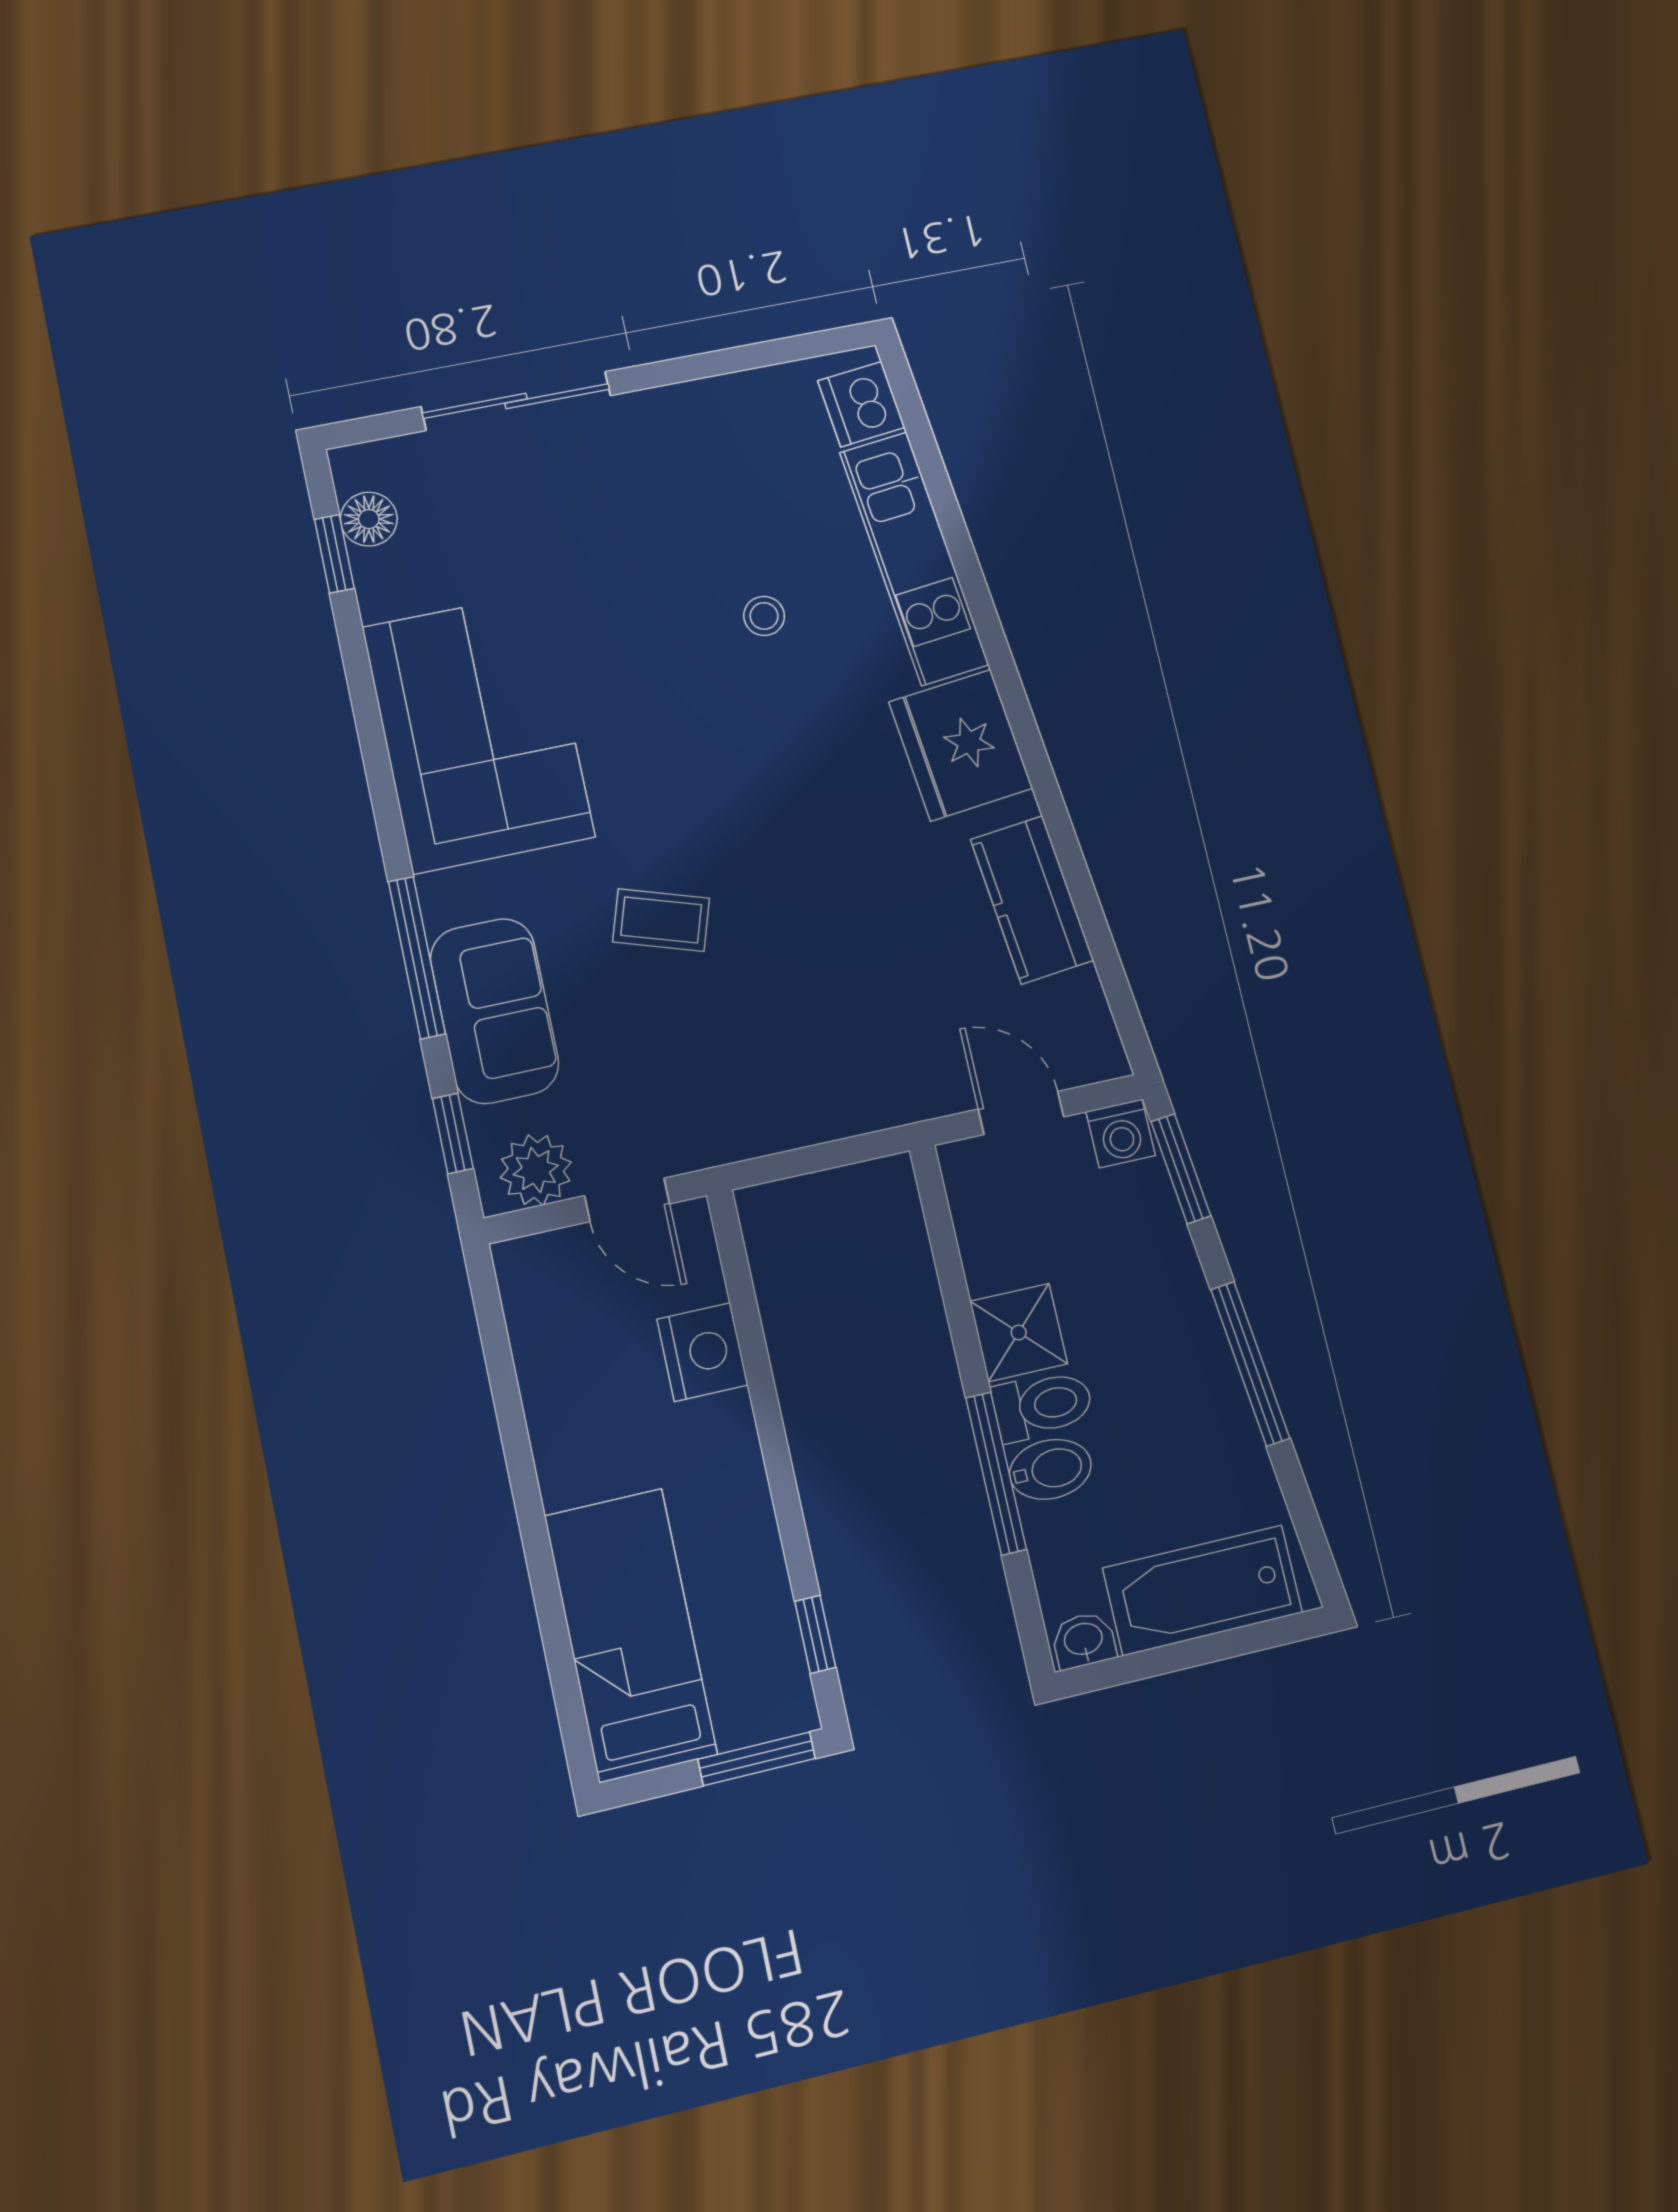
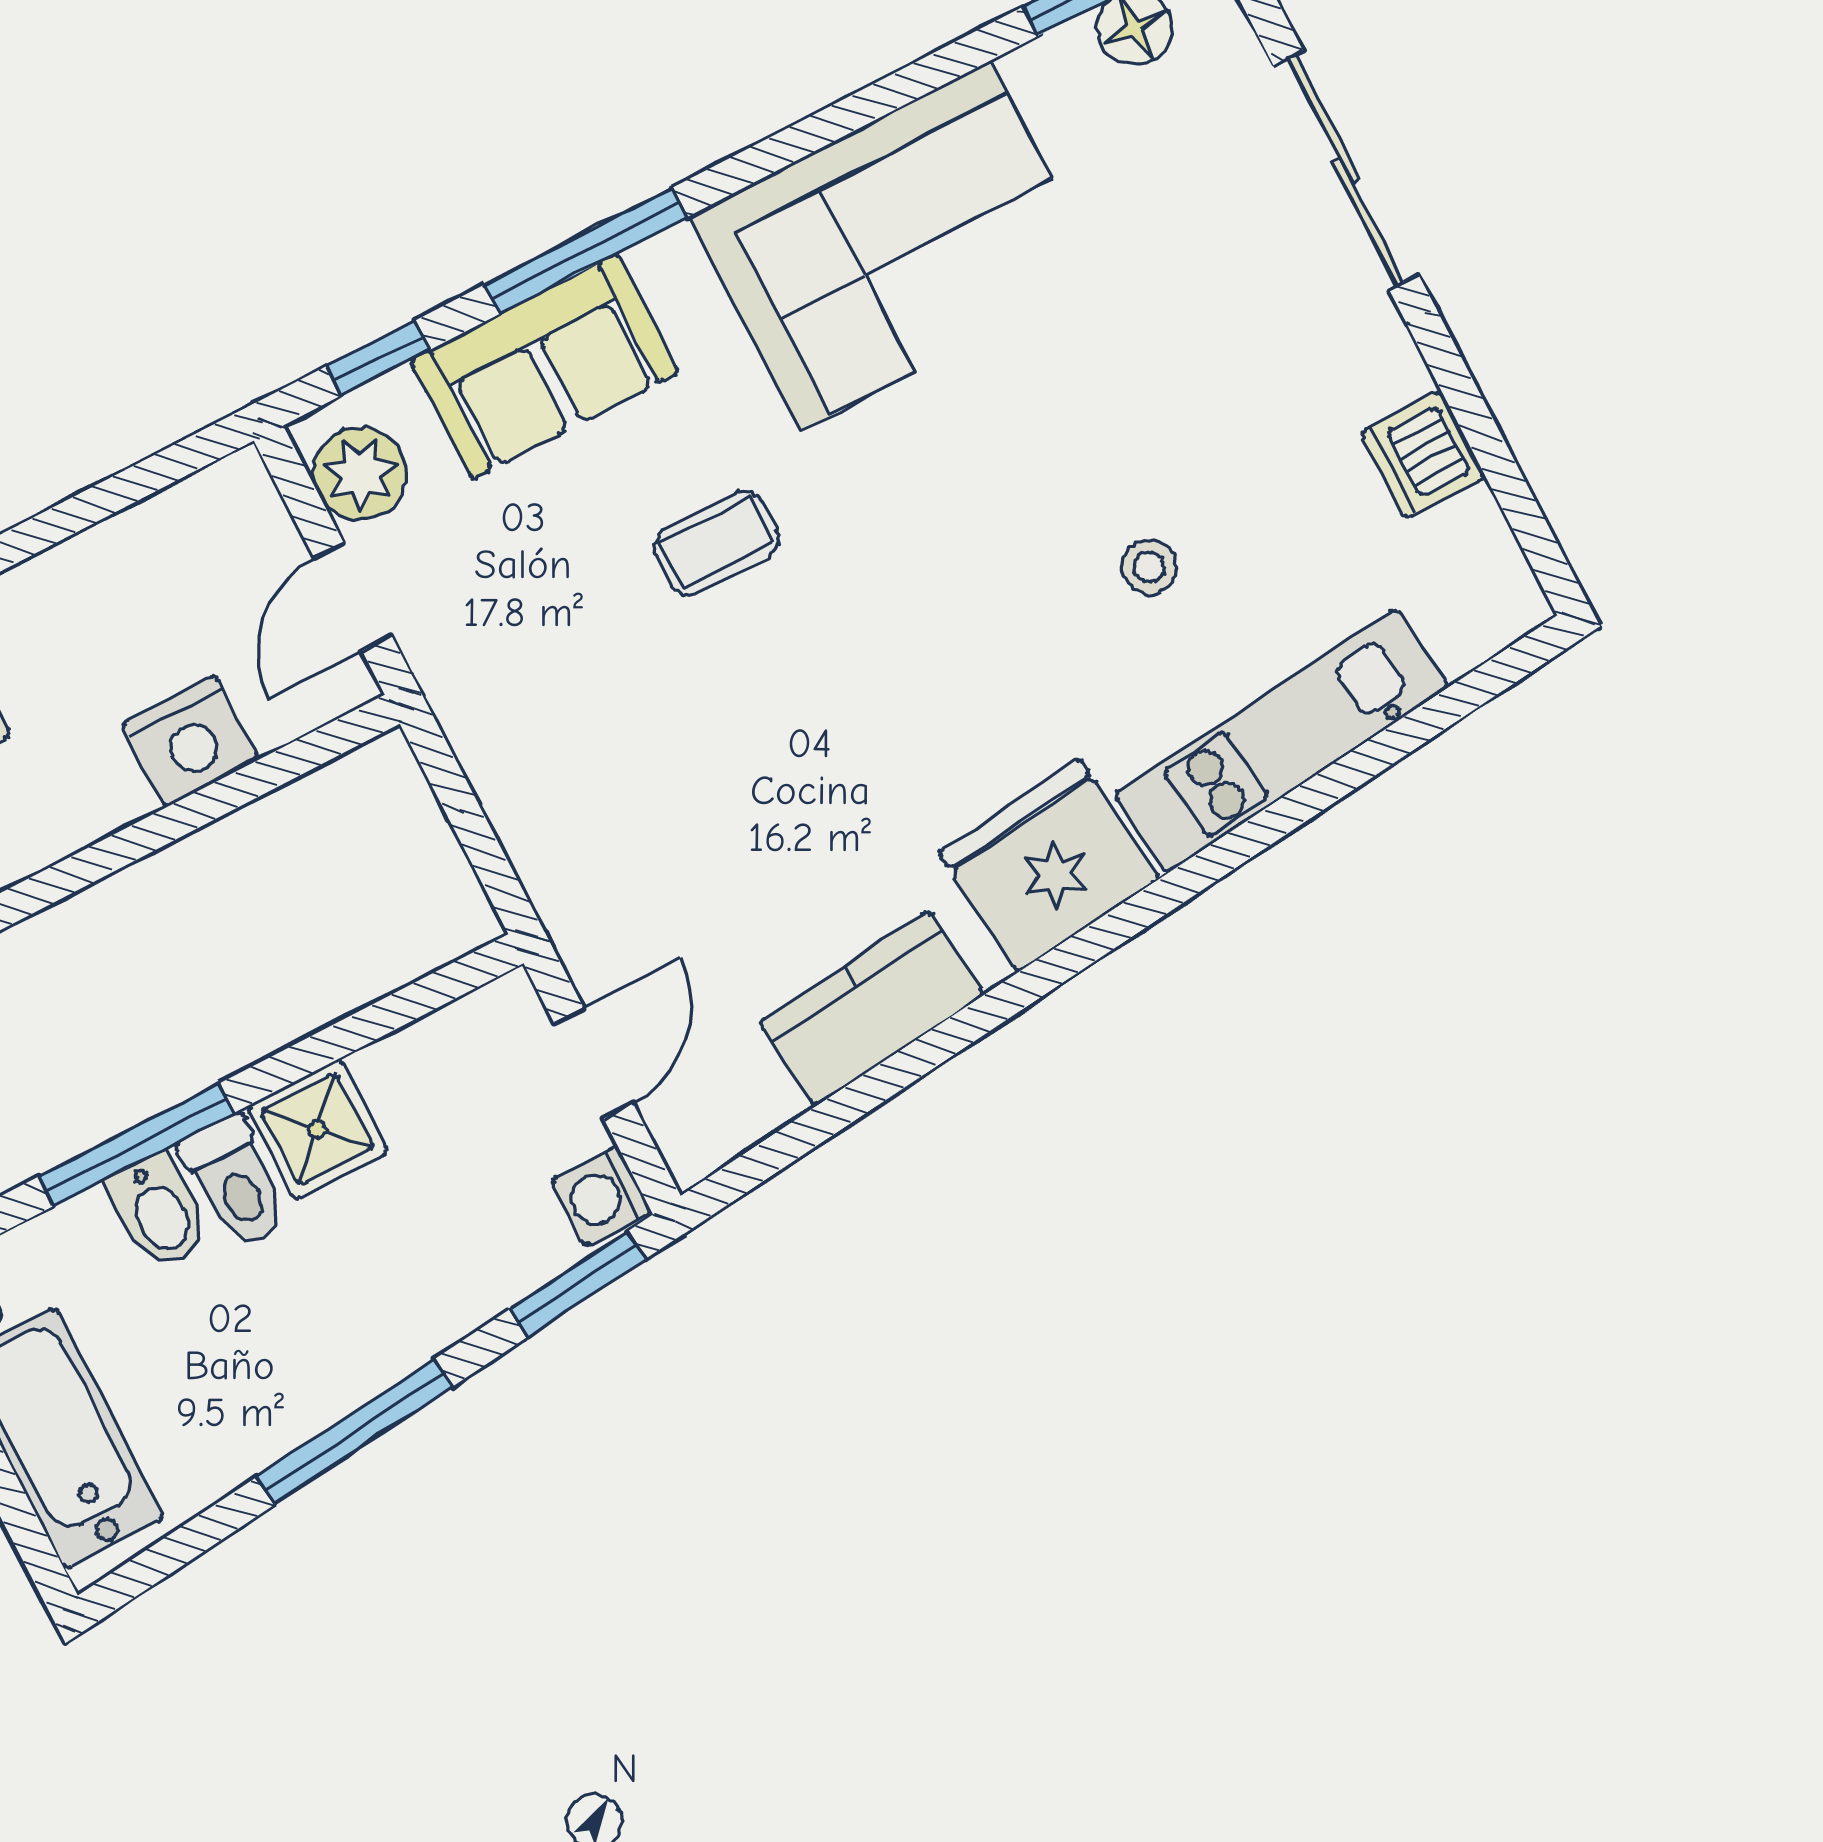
dishwasher: (861, 404) -> (1423, 455), moved, turned -84
coffee table: (661, 920) -> (716, 543), turned 72

